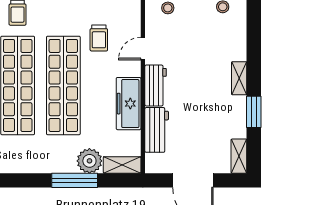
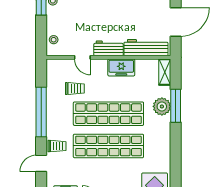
freezer: (129, 104) -> (121, 67), width x0.71
workbench: (157, 130) -> (146, 48), width x1.38
plant: (89, 161) -> (162, 106), moved

